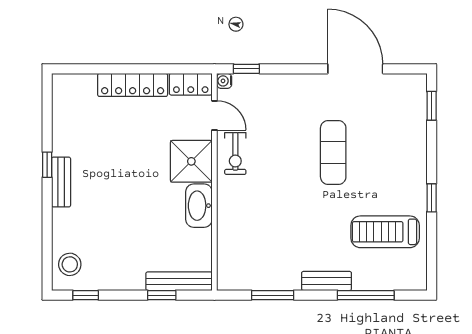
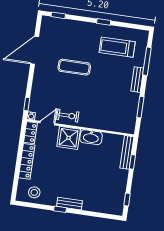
treadmill: (385, 232) -> (117, 47), turned 90
stool: (70, 264) -> (34, 192), moved

